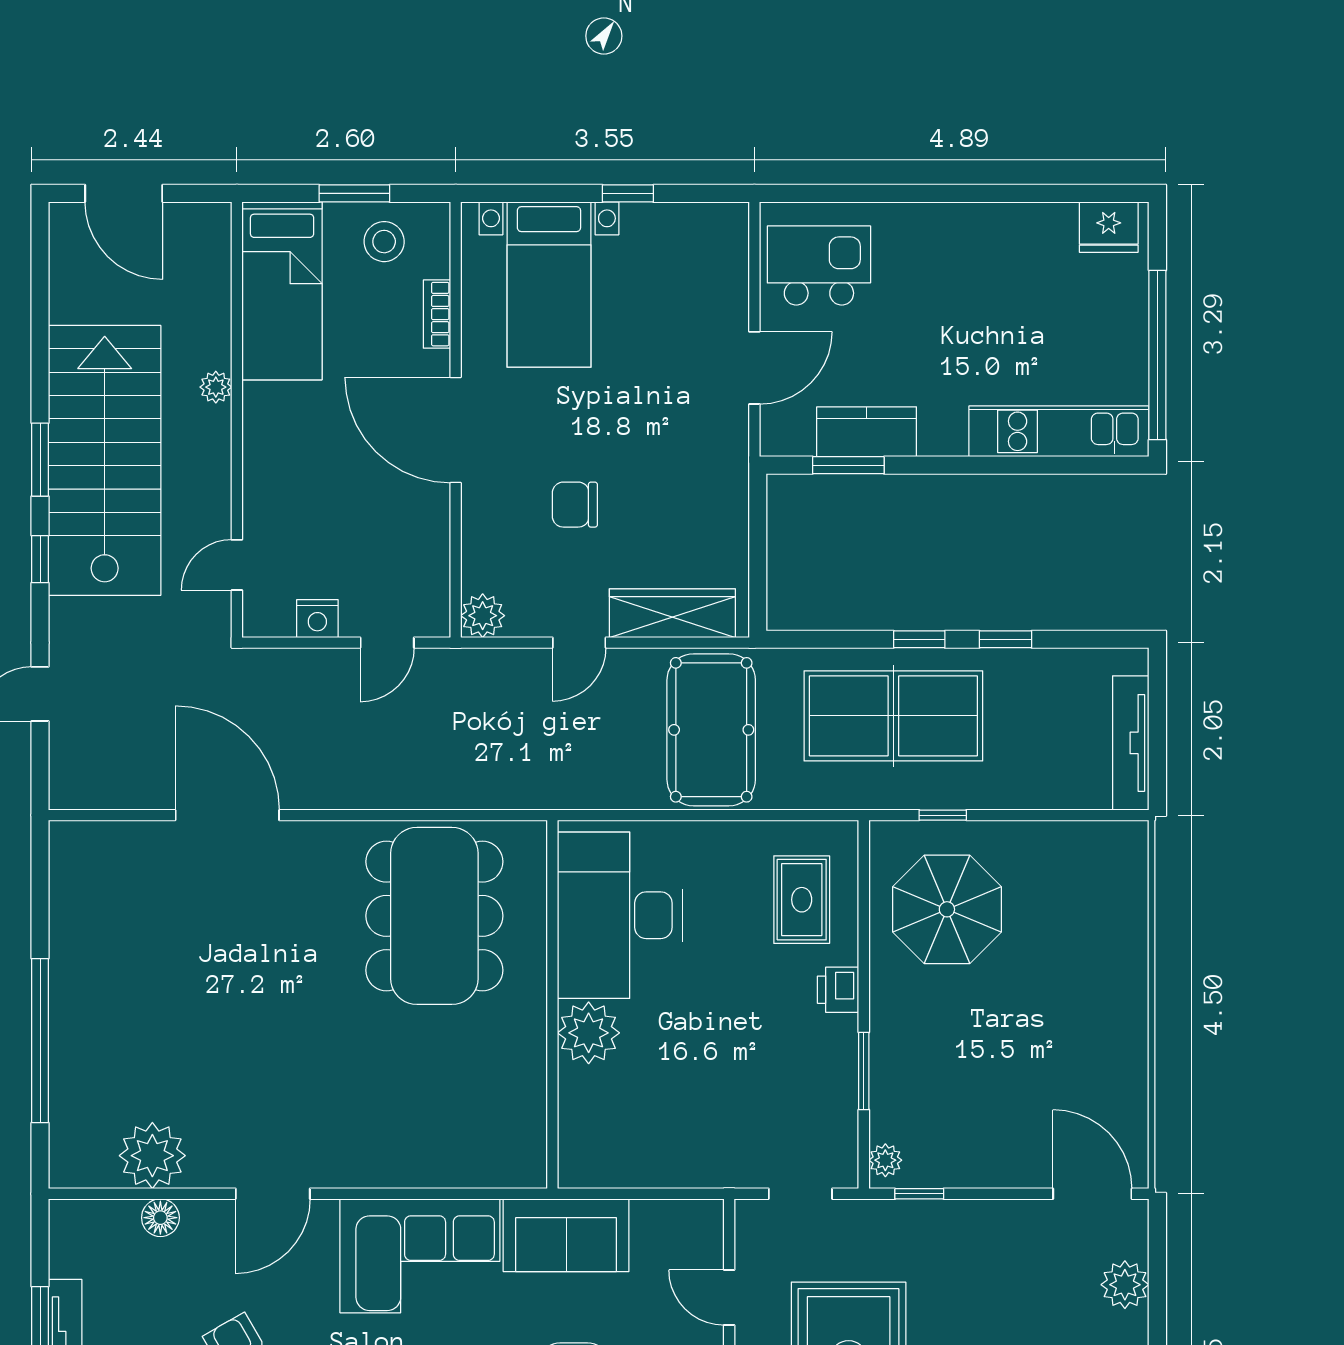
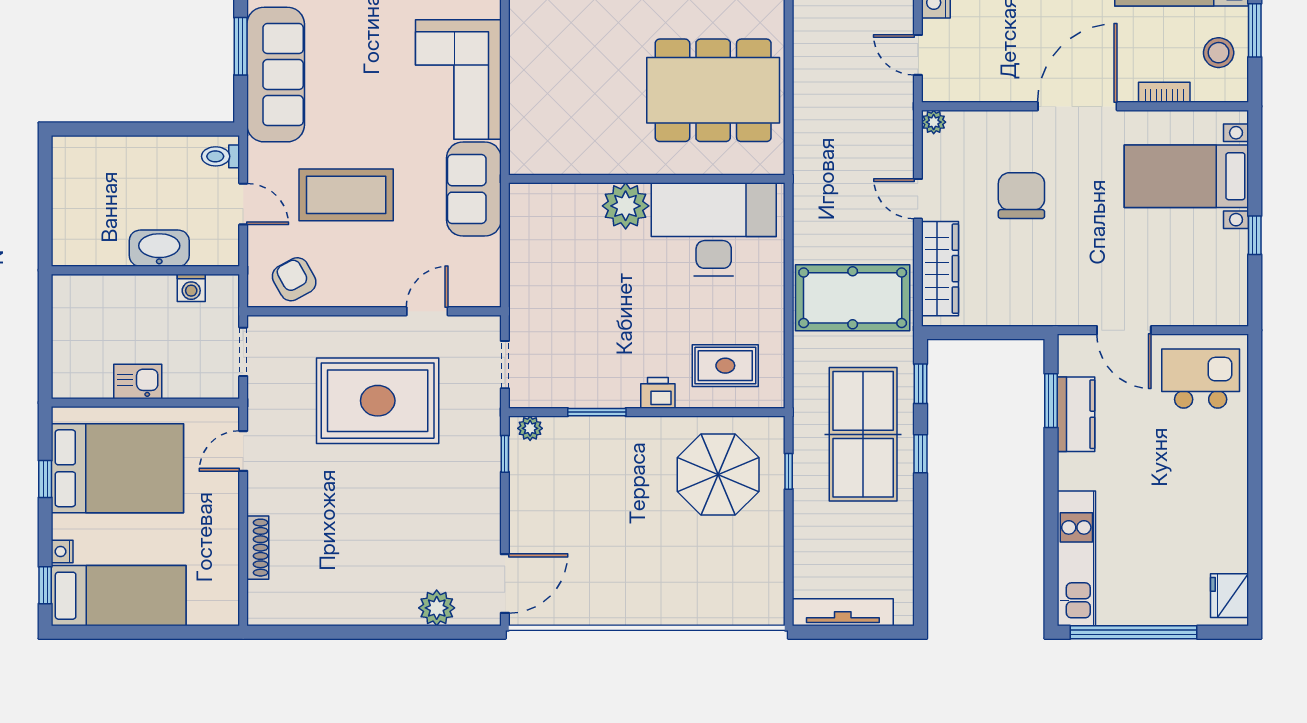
kitchen island: (819, 265) -> (1201, 379), turned -90
chair: (575, 505) -> (1021, 196), width x1.37, depth x1.37
plant: (483, 616) -> (934, 122), width x0.73, depth x0.73
window: (1006, 639) -> (920, 384), moved

